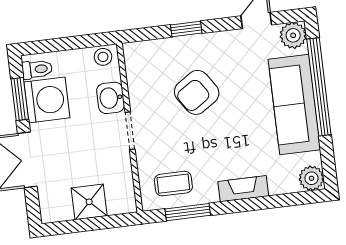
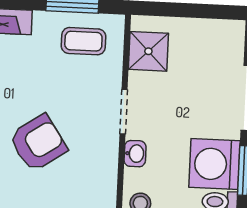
washbasin: (111, 98) -> (135, 154), width x0.72, depth x0.69
shower: (89, 202) -> (148, 51), moved

